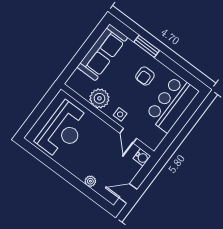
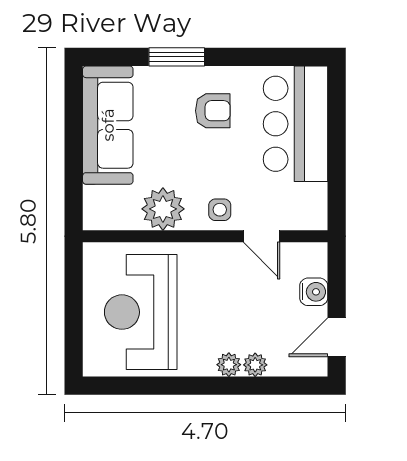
armchair: (145, 76) -> (213, 111), turned -90
reception desk: (63, 130) -> (141, 312), turned 180
water cooler: (142, 157) -> (314, 292), moved
plant: (81, 174) -> (229, 365), added

